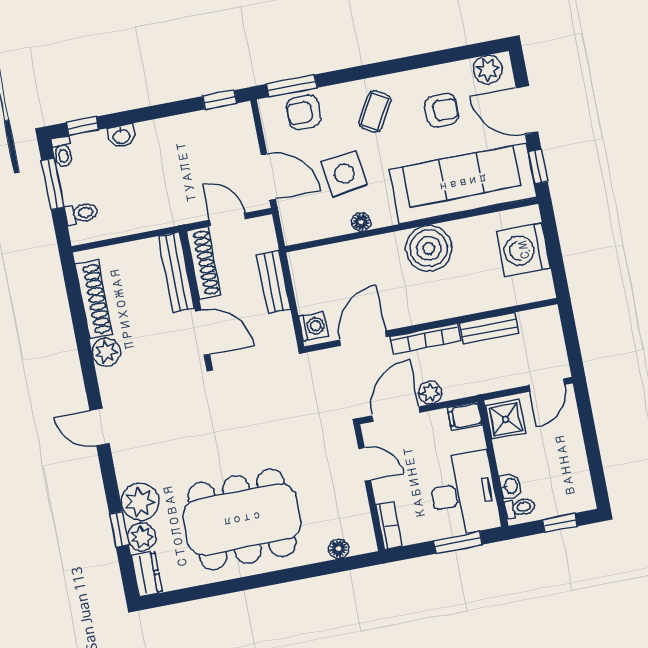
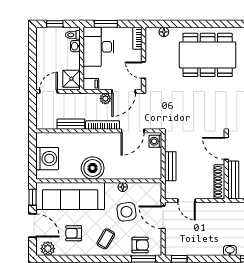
shoe rack: (203, 263) -> (219, 182), moved
bench: (176, 272) -> (233, 180), moved
wall: (196, 298) -> (226, 166), moved
door: (203, 333) -> (226, 148), moved

